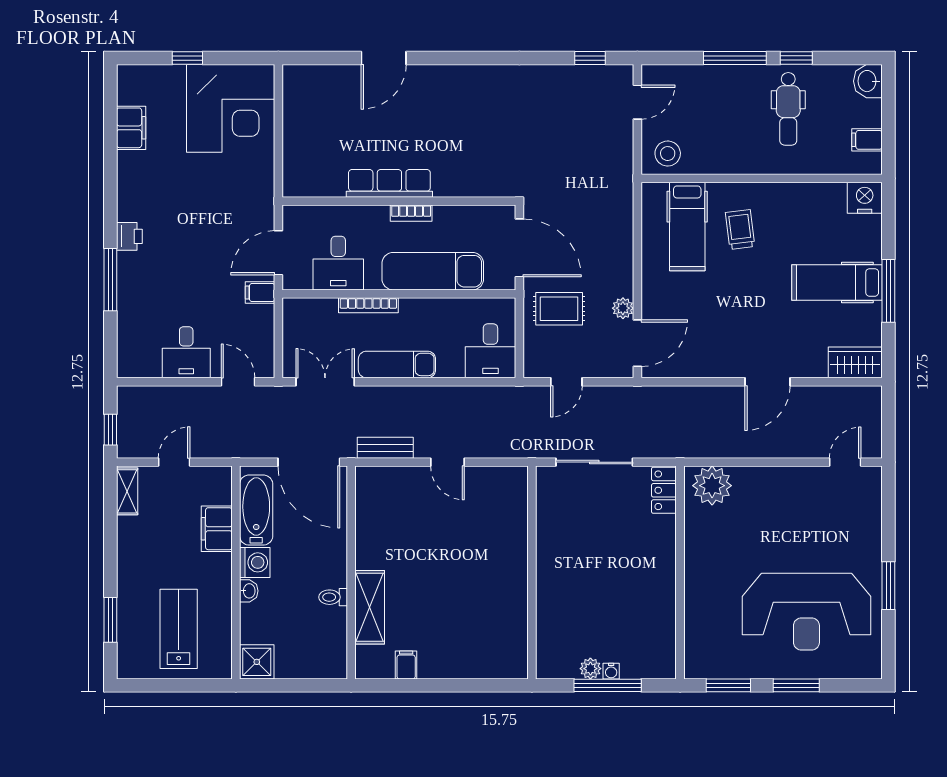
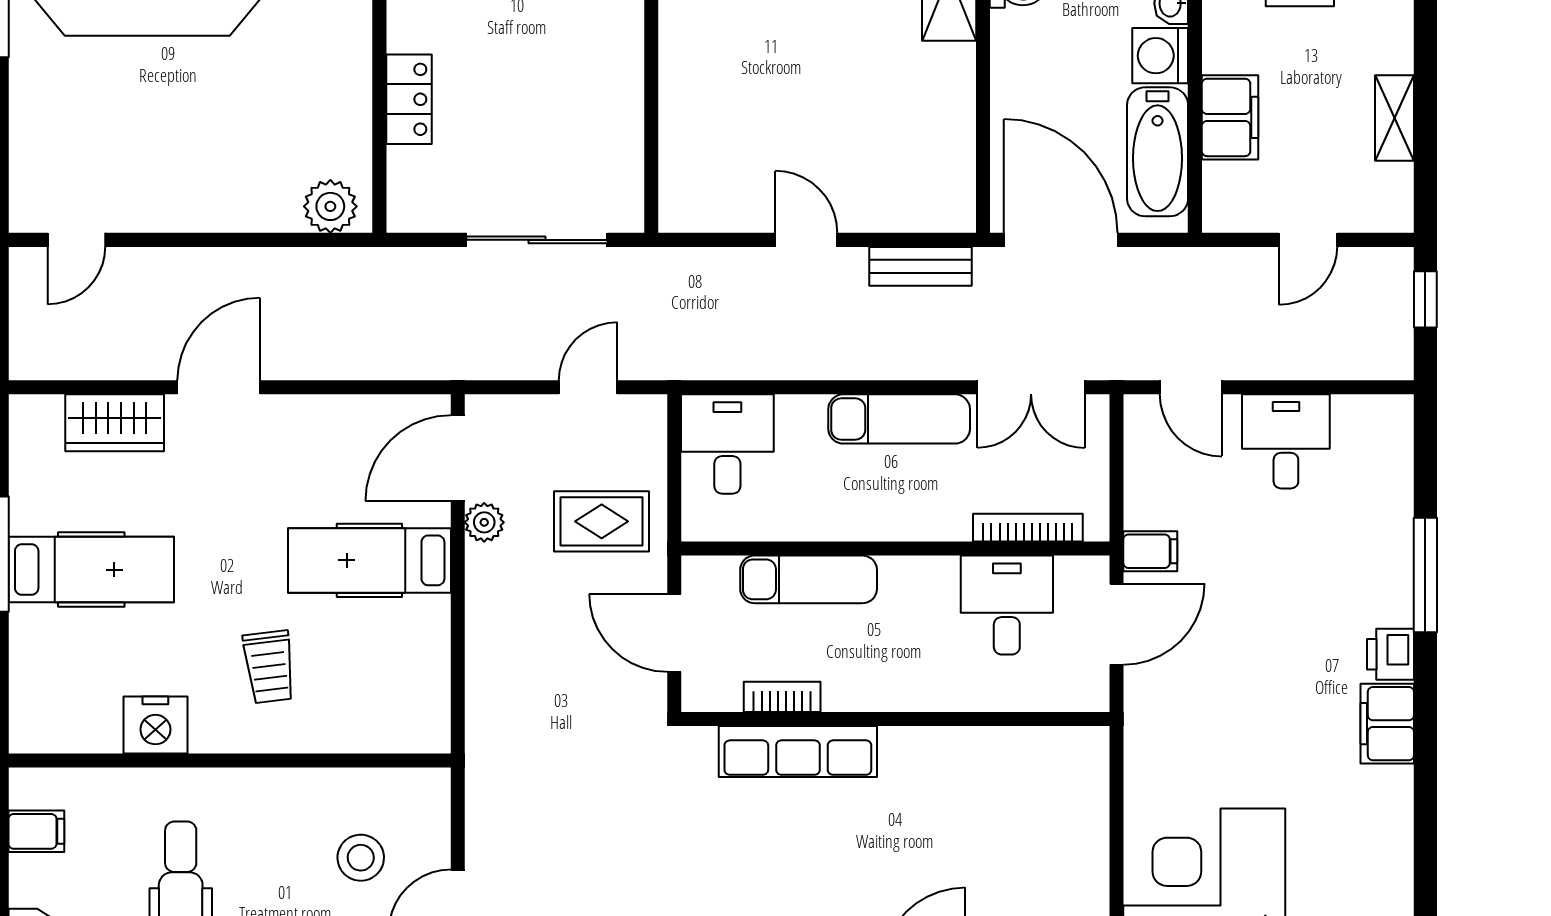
filing cabinet: (131, 128) -> (1387, 724), moved
stool: (668, 154) -> (361, 858), moved
row of seats: (389, 183) -> (798, 751), moved
nightstand: (865, 198) -> (155, 725), moved
bookcase: (411, 213) -> (782, 697), moved
hospital bed: (687, 227) -> (369, 560), moved, turned -90
door: (519, 248) -> (674, 633), width x0.73
exam couch: (433, 271) -> (809, 579), width x0.73, depth x0.69
bookcase: (368, 305) -> (1028, 528), moved
wardrobe: (855, 362) -> (115, 423), moved
plant: (712, 486) -> (330, 206), width x0.73, depth x0.73
locker: (664, 490) -> (409, 99), moved
shelving: (127, 491) -> (1394, 118), moved

